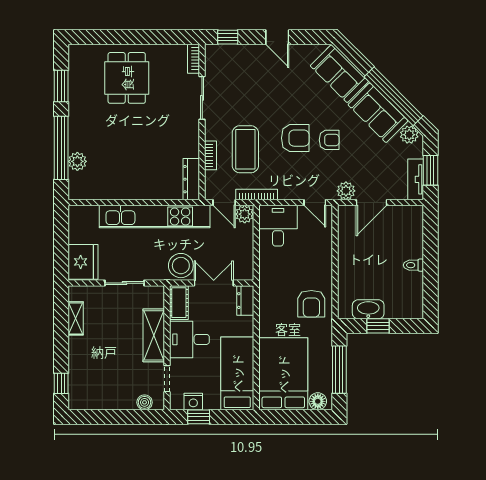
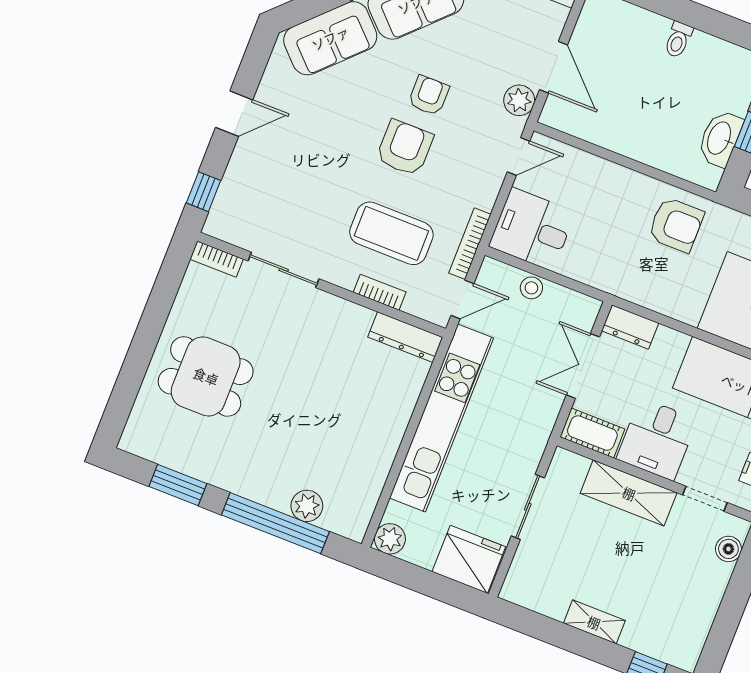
plant: (245, 214) -> (390, 539), moved
stool: (181, 266) -> (531, 288), moved, width x0.53, depth x0.53
shelving: (76, 318) -> (594, 622), moved

